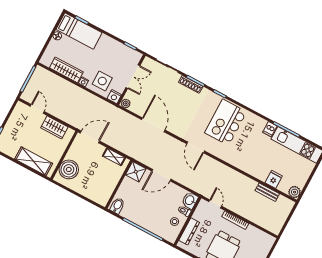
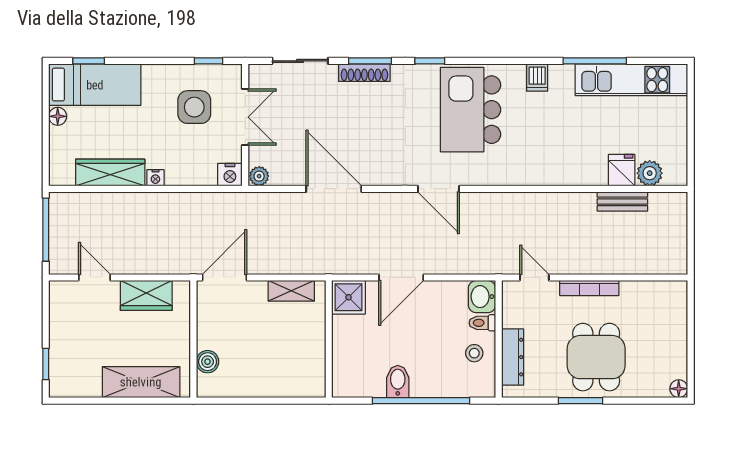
side table: (102, 81) -> (194, 107), moved
dishwasher: (270, 129) -> (537, 78), moved
boiler: (69, 169) -> (208, 362), width x0.54, depth x0.54
plant: (295, 192) -> (650, 173), moved
bidet: (117, 206) -> (398, 381), moved

